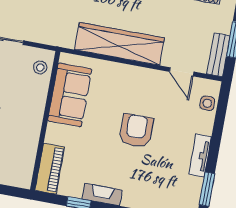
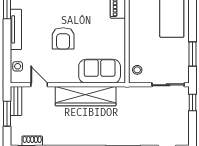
sofa: (70, 95) -> (100, 71), moved, turned 90
tv unit: (200, 156) -> (16, 29), width x1.41

